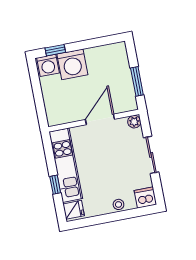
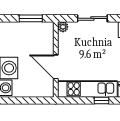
door: (100, 119) -> (56, 67), moved

